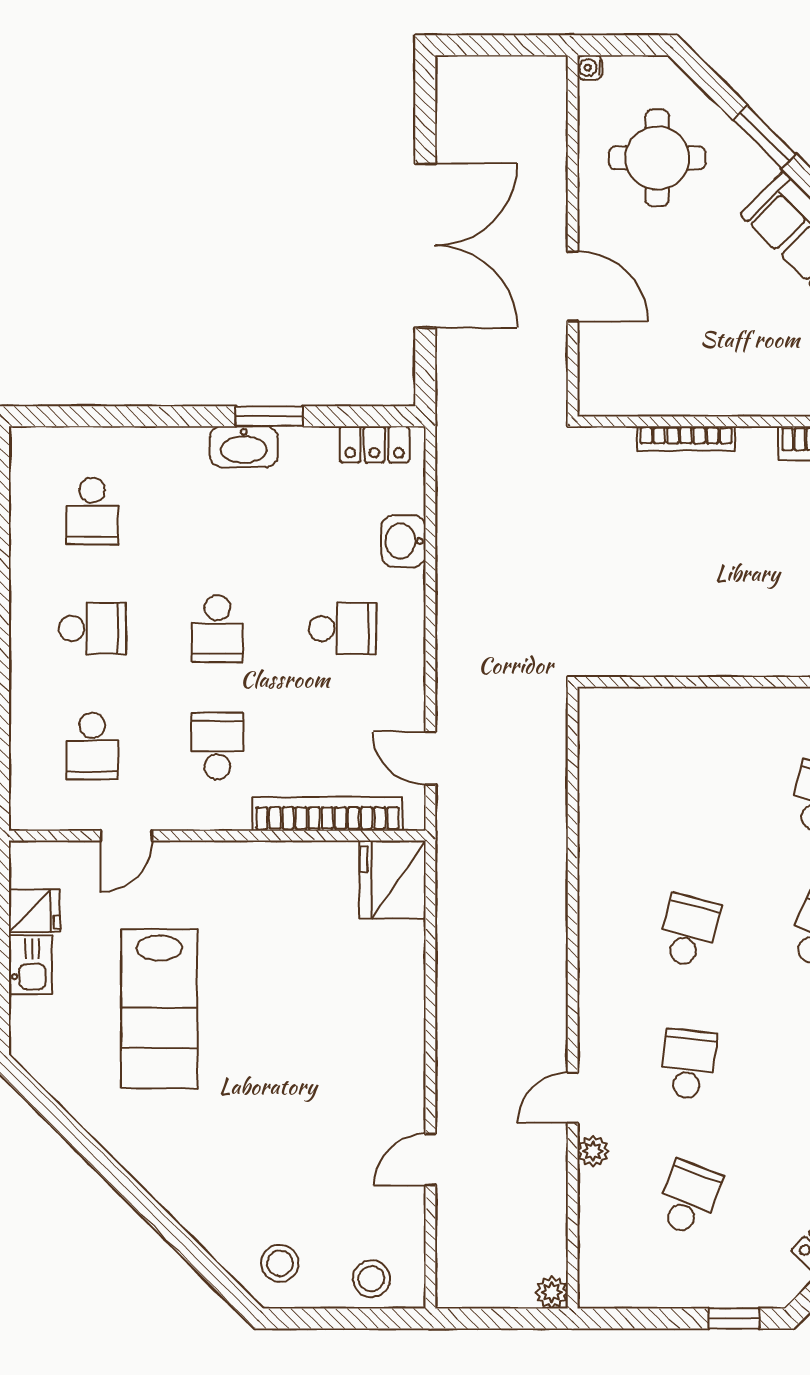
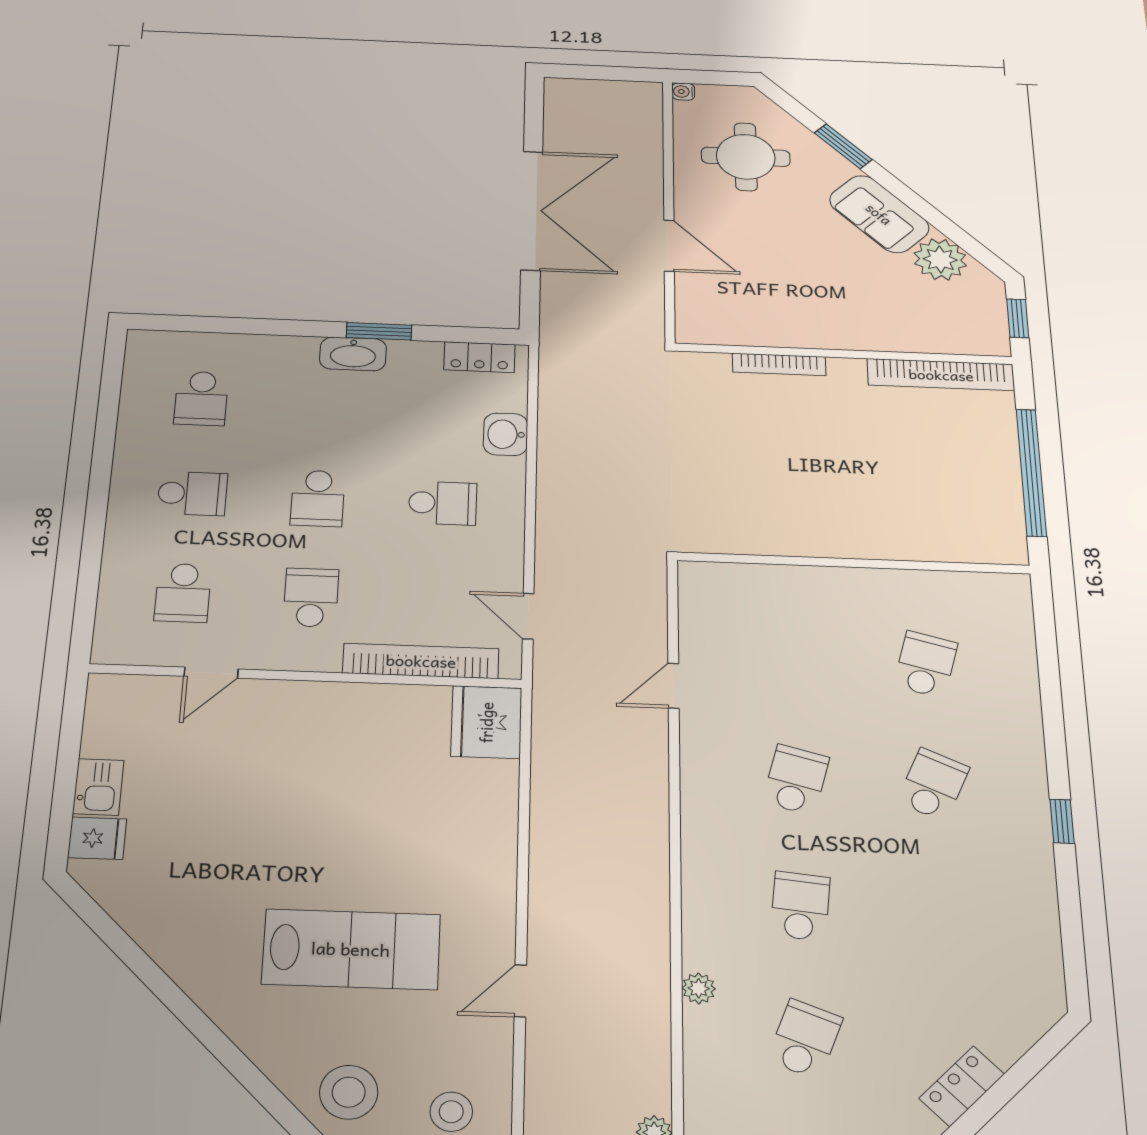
fridge: (34, 911) -> (97, 838), moved
lab bench: (159, 1009) -> (351, 949), moved, turned -90
door: (573, 1098) -> (673, 686), moved
stool: (280, 1263) -> (349, 1092), width x1.38, depth x1.38

